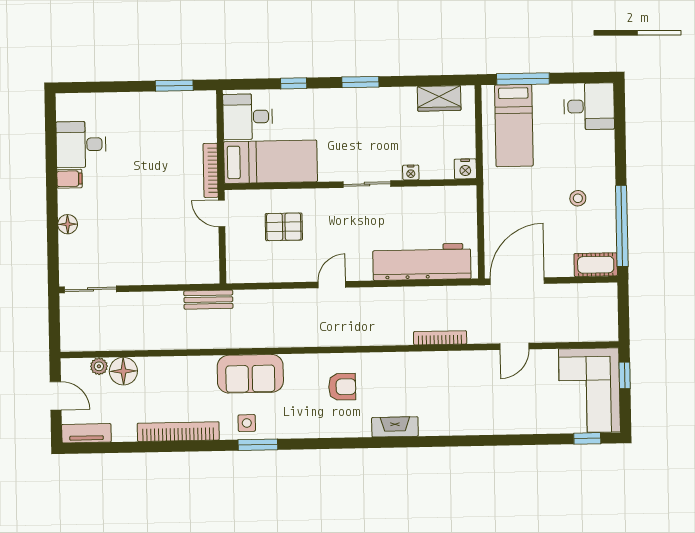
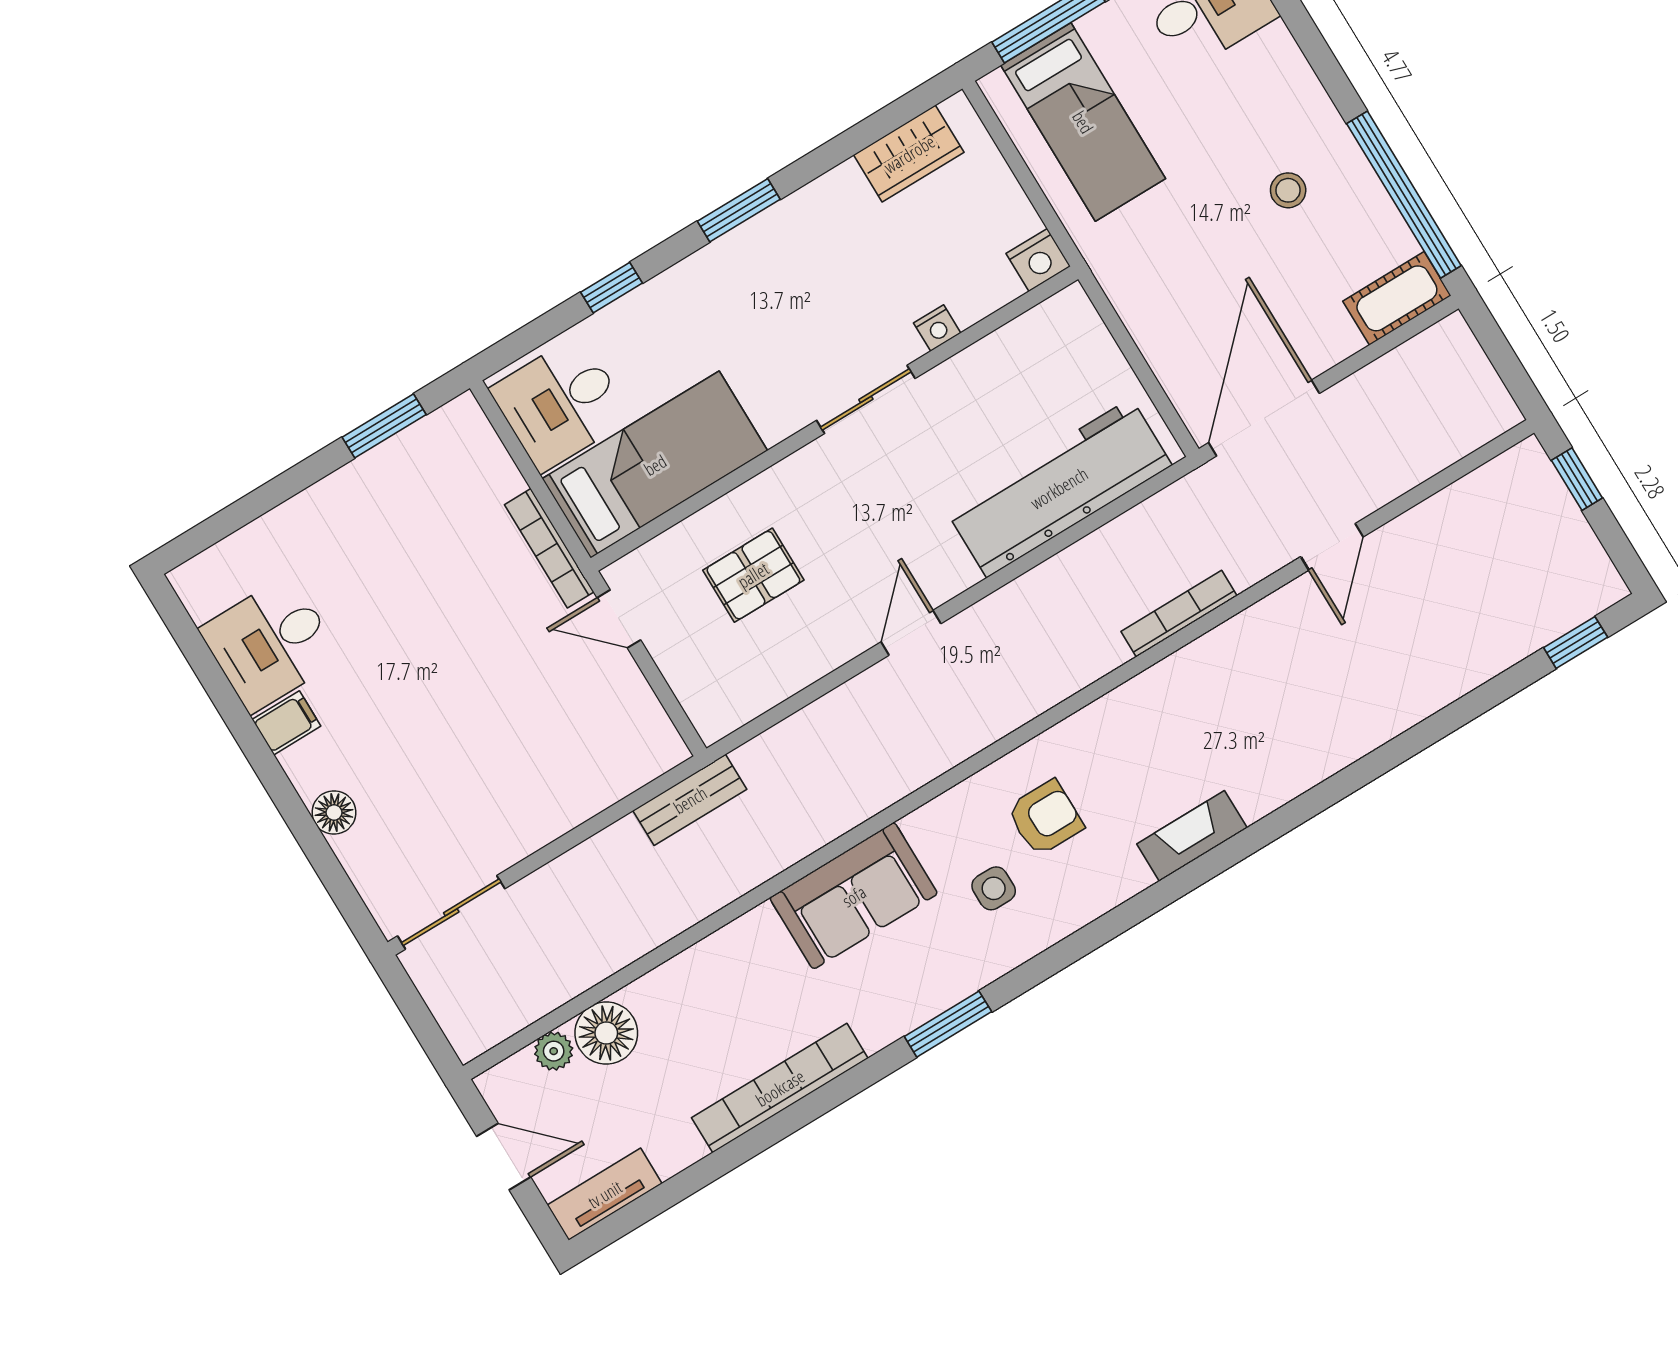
corner sofa: (589, 390) -> (1526, 547), removed
side table: (247, 423) -> (994, 888), moved

